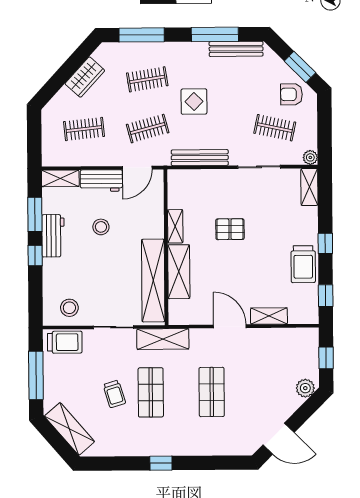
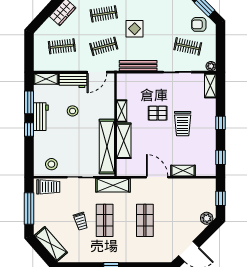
trolley: (303, 264) -> (183, 124), moved

